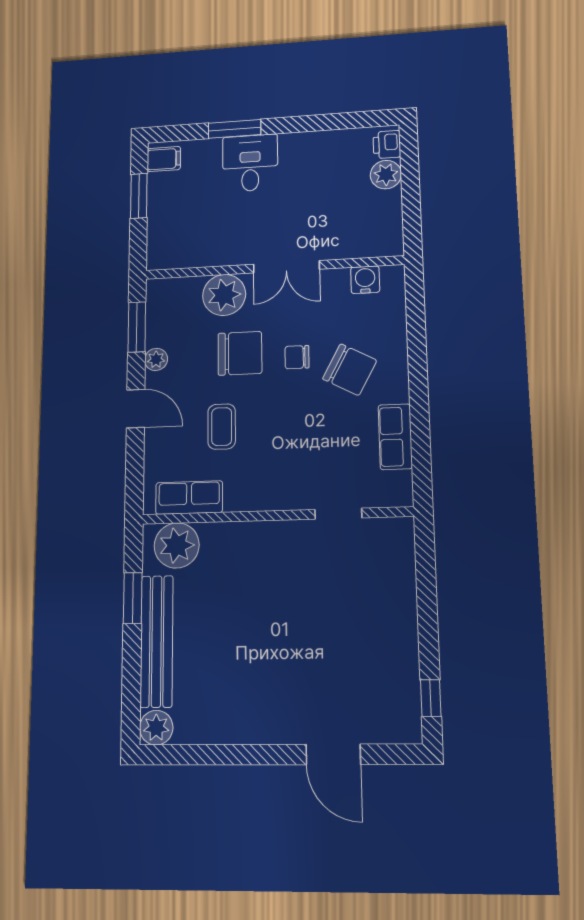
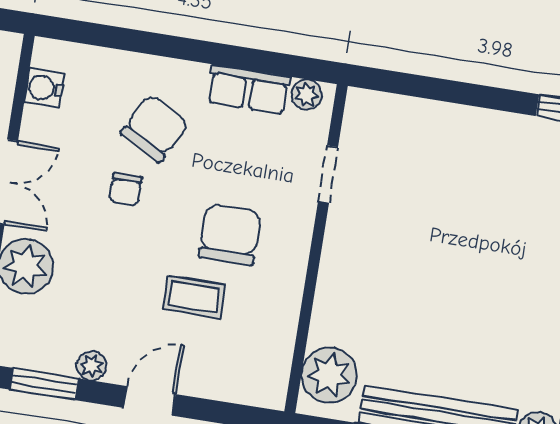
chair: (240, 353) -> (230, 235), moved
plant: (400, 484) -> (307, 95), added
row of seats: (189, 498) -> (274, 351), removed

